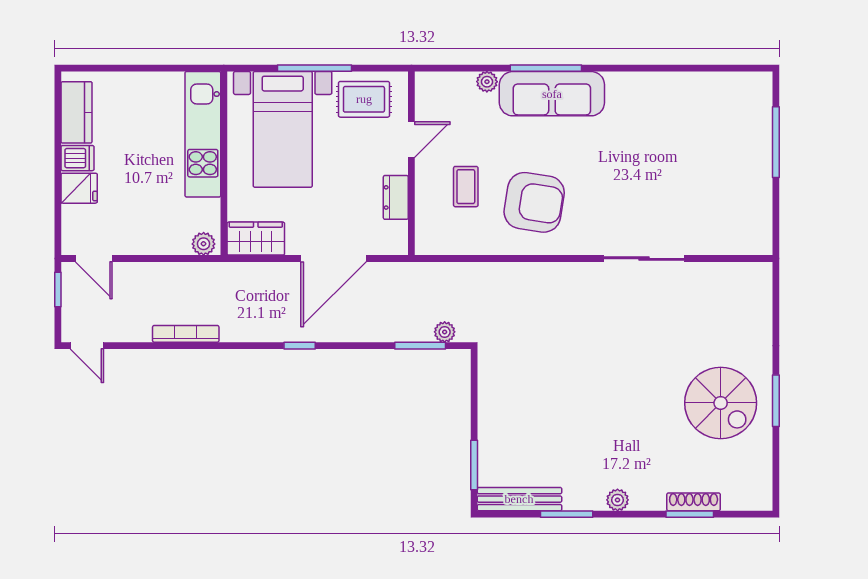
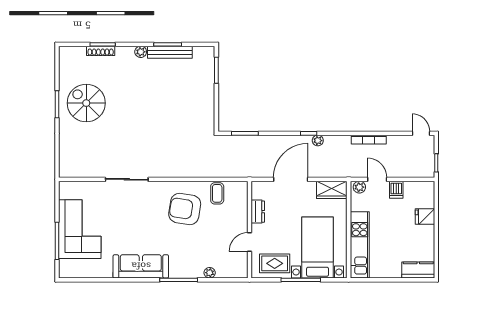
sofa: (552, 94) -> (141, 266), moved
kitchen counter: (77, 112) -> (418, 270), moved, turned 90
dishwasher: (78, 158) -> (396, 190), moved, turned -90
corner sofa: (733, 164) -> (80, 229), added
coffee table: (466, 187) -> (217, 193), moved
door: (94, 259) -> (377, 179), moved
plant: (445, 332) -> (318, 141), moved
bench: (519, 499) -> (170, 52), moved

